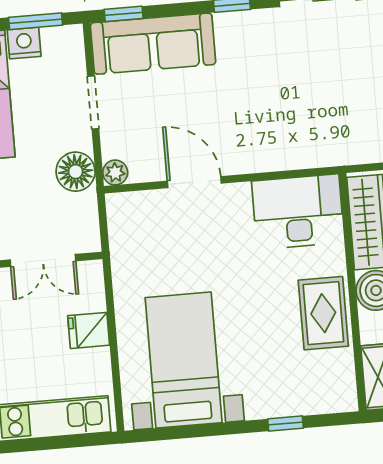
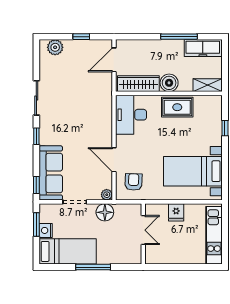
door: (194, 182) -> (114, 160), hinge flipped
armchair: (149, 230) -> (134, 182), added

